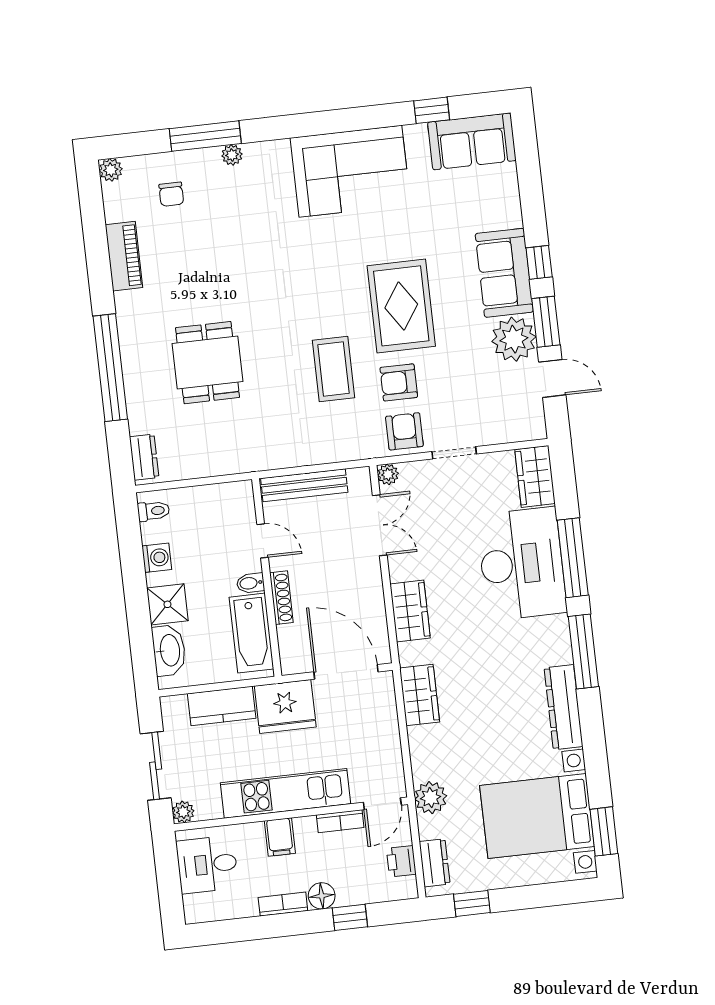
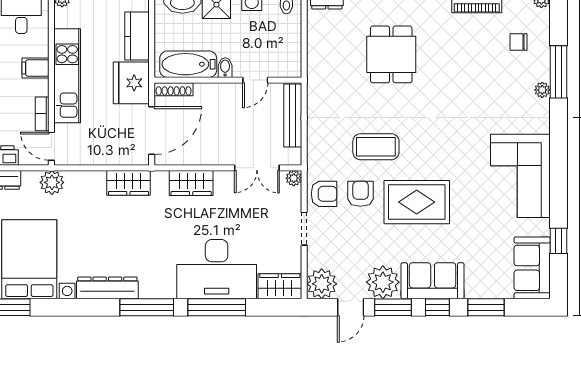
window: (532, 197) -> (486, 307), added
dining table: (207, 363) -> (391, 54), turned 90
plant: (525, 421) -> (322, 284), added
shoe rack: (281, 598) -> (174, 89), moved

